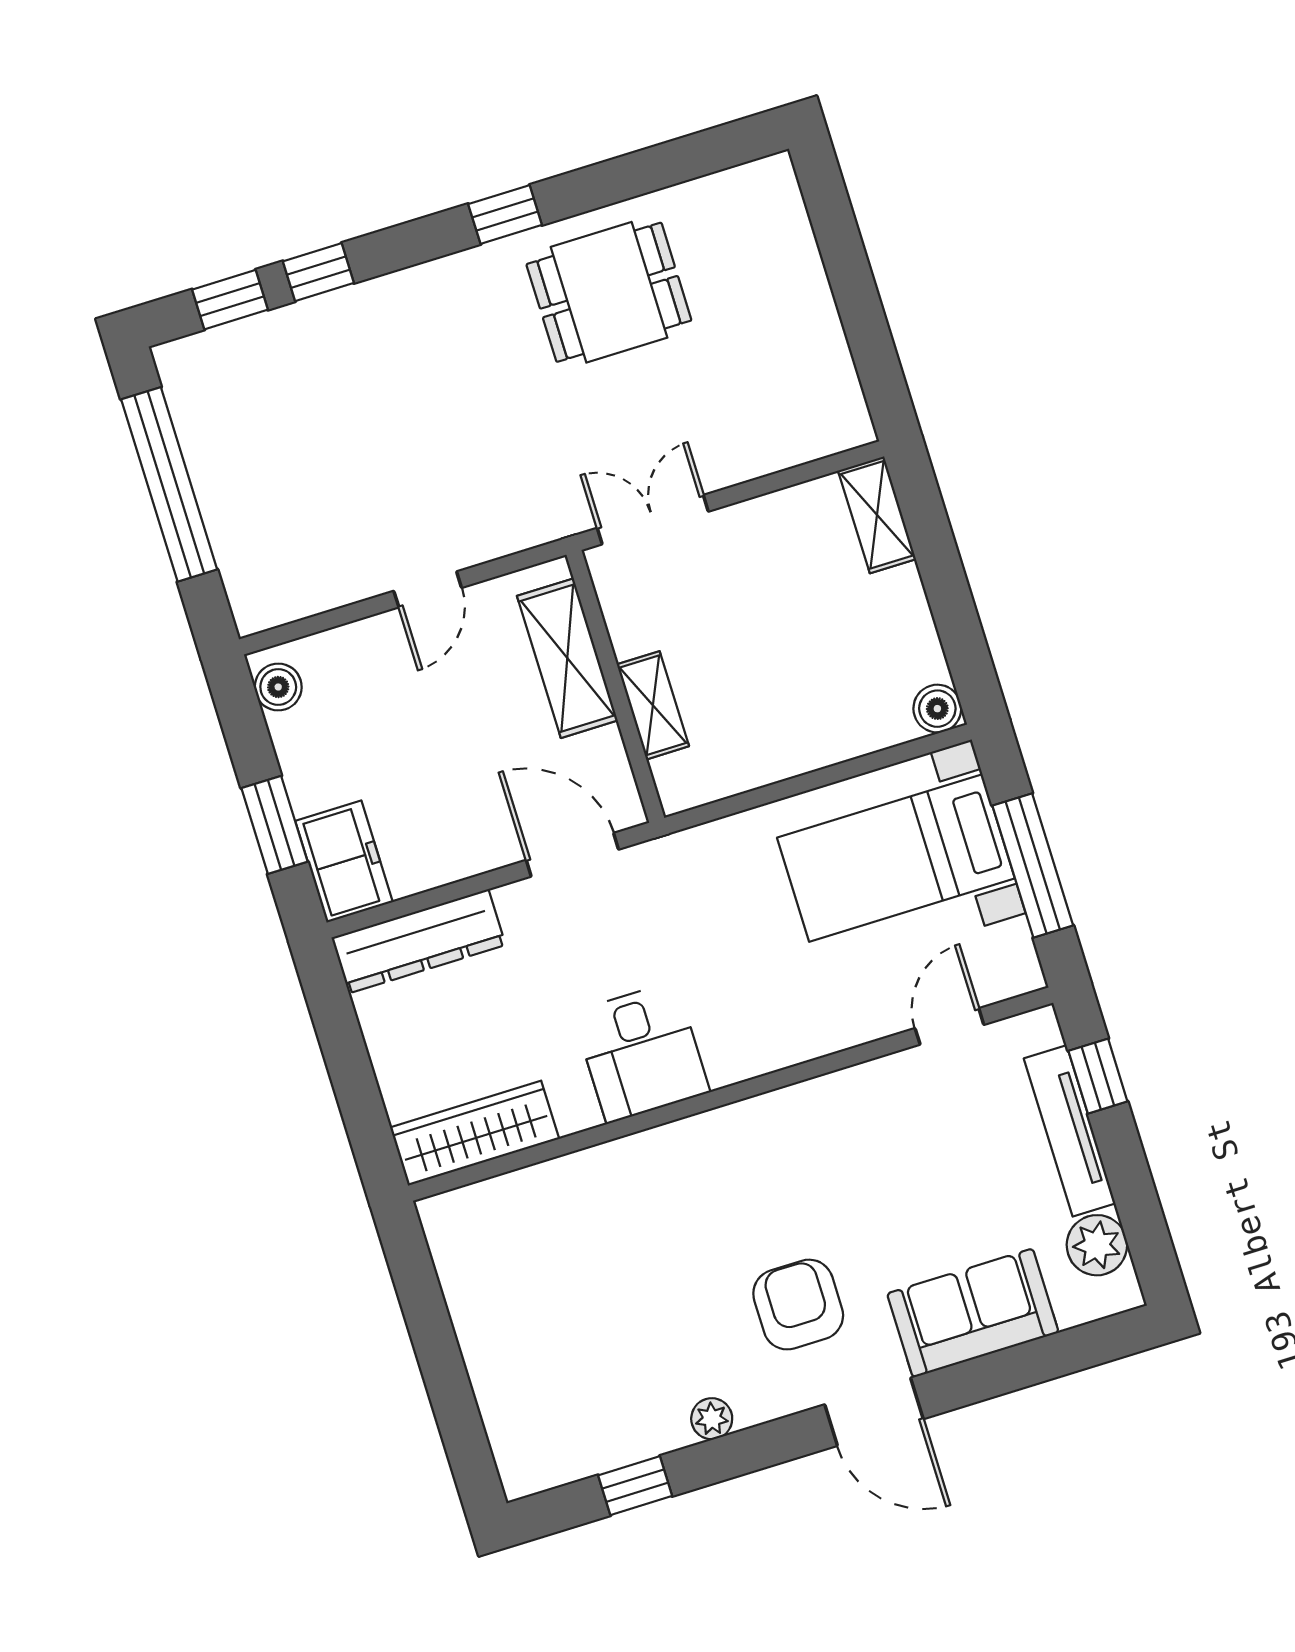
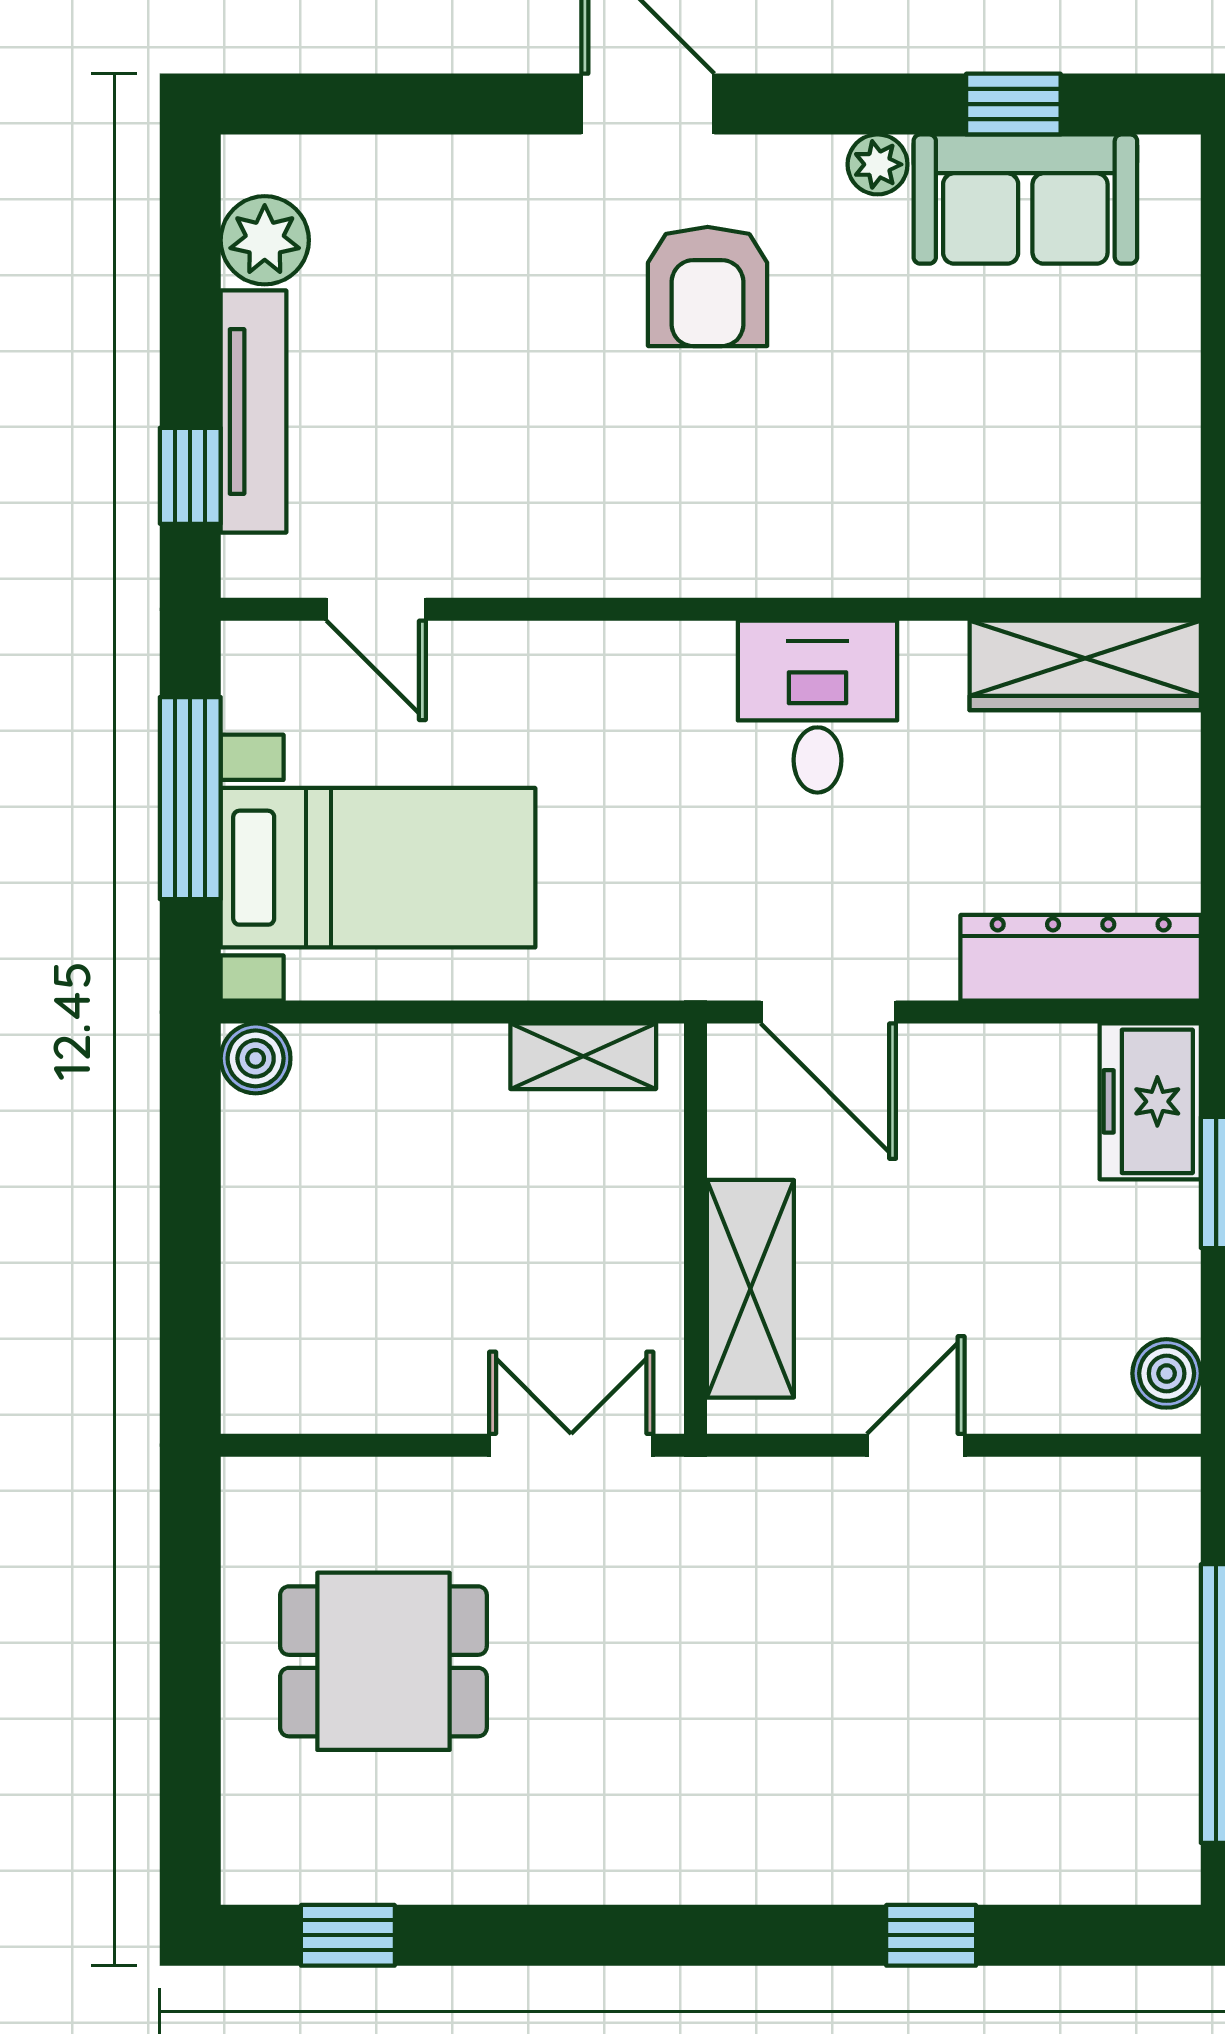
window: (505, 214) -> (348, 1935), moved
dining table: (609, 292) -> (383, 1661), moved
window: (230, 300) -> (1067, 1935), removed
shelving: (877, 515) -> (256, 1355), removed
double door: (653, 520) -> (571, 1445), swing flipped
shelving: (653, 705) -> (583, 1056), moved, turned 90
door: (949, 1026) -> (376, 609), hinge flipped
sofa: (973, 1313) -> (1025, 199), moved

